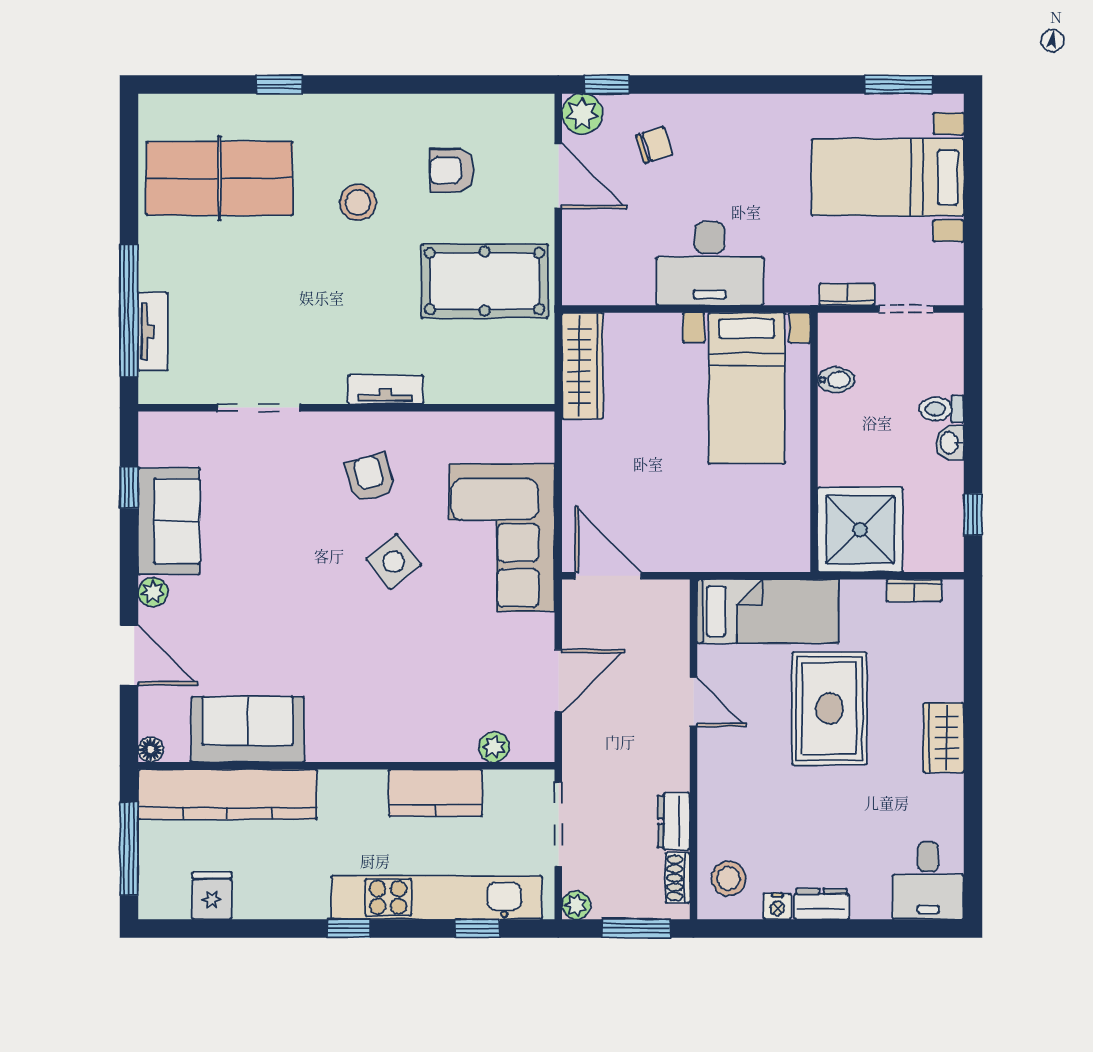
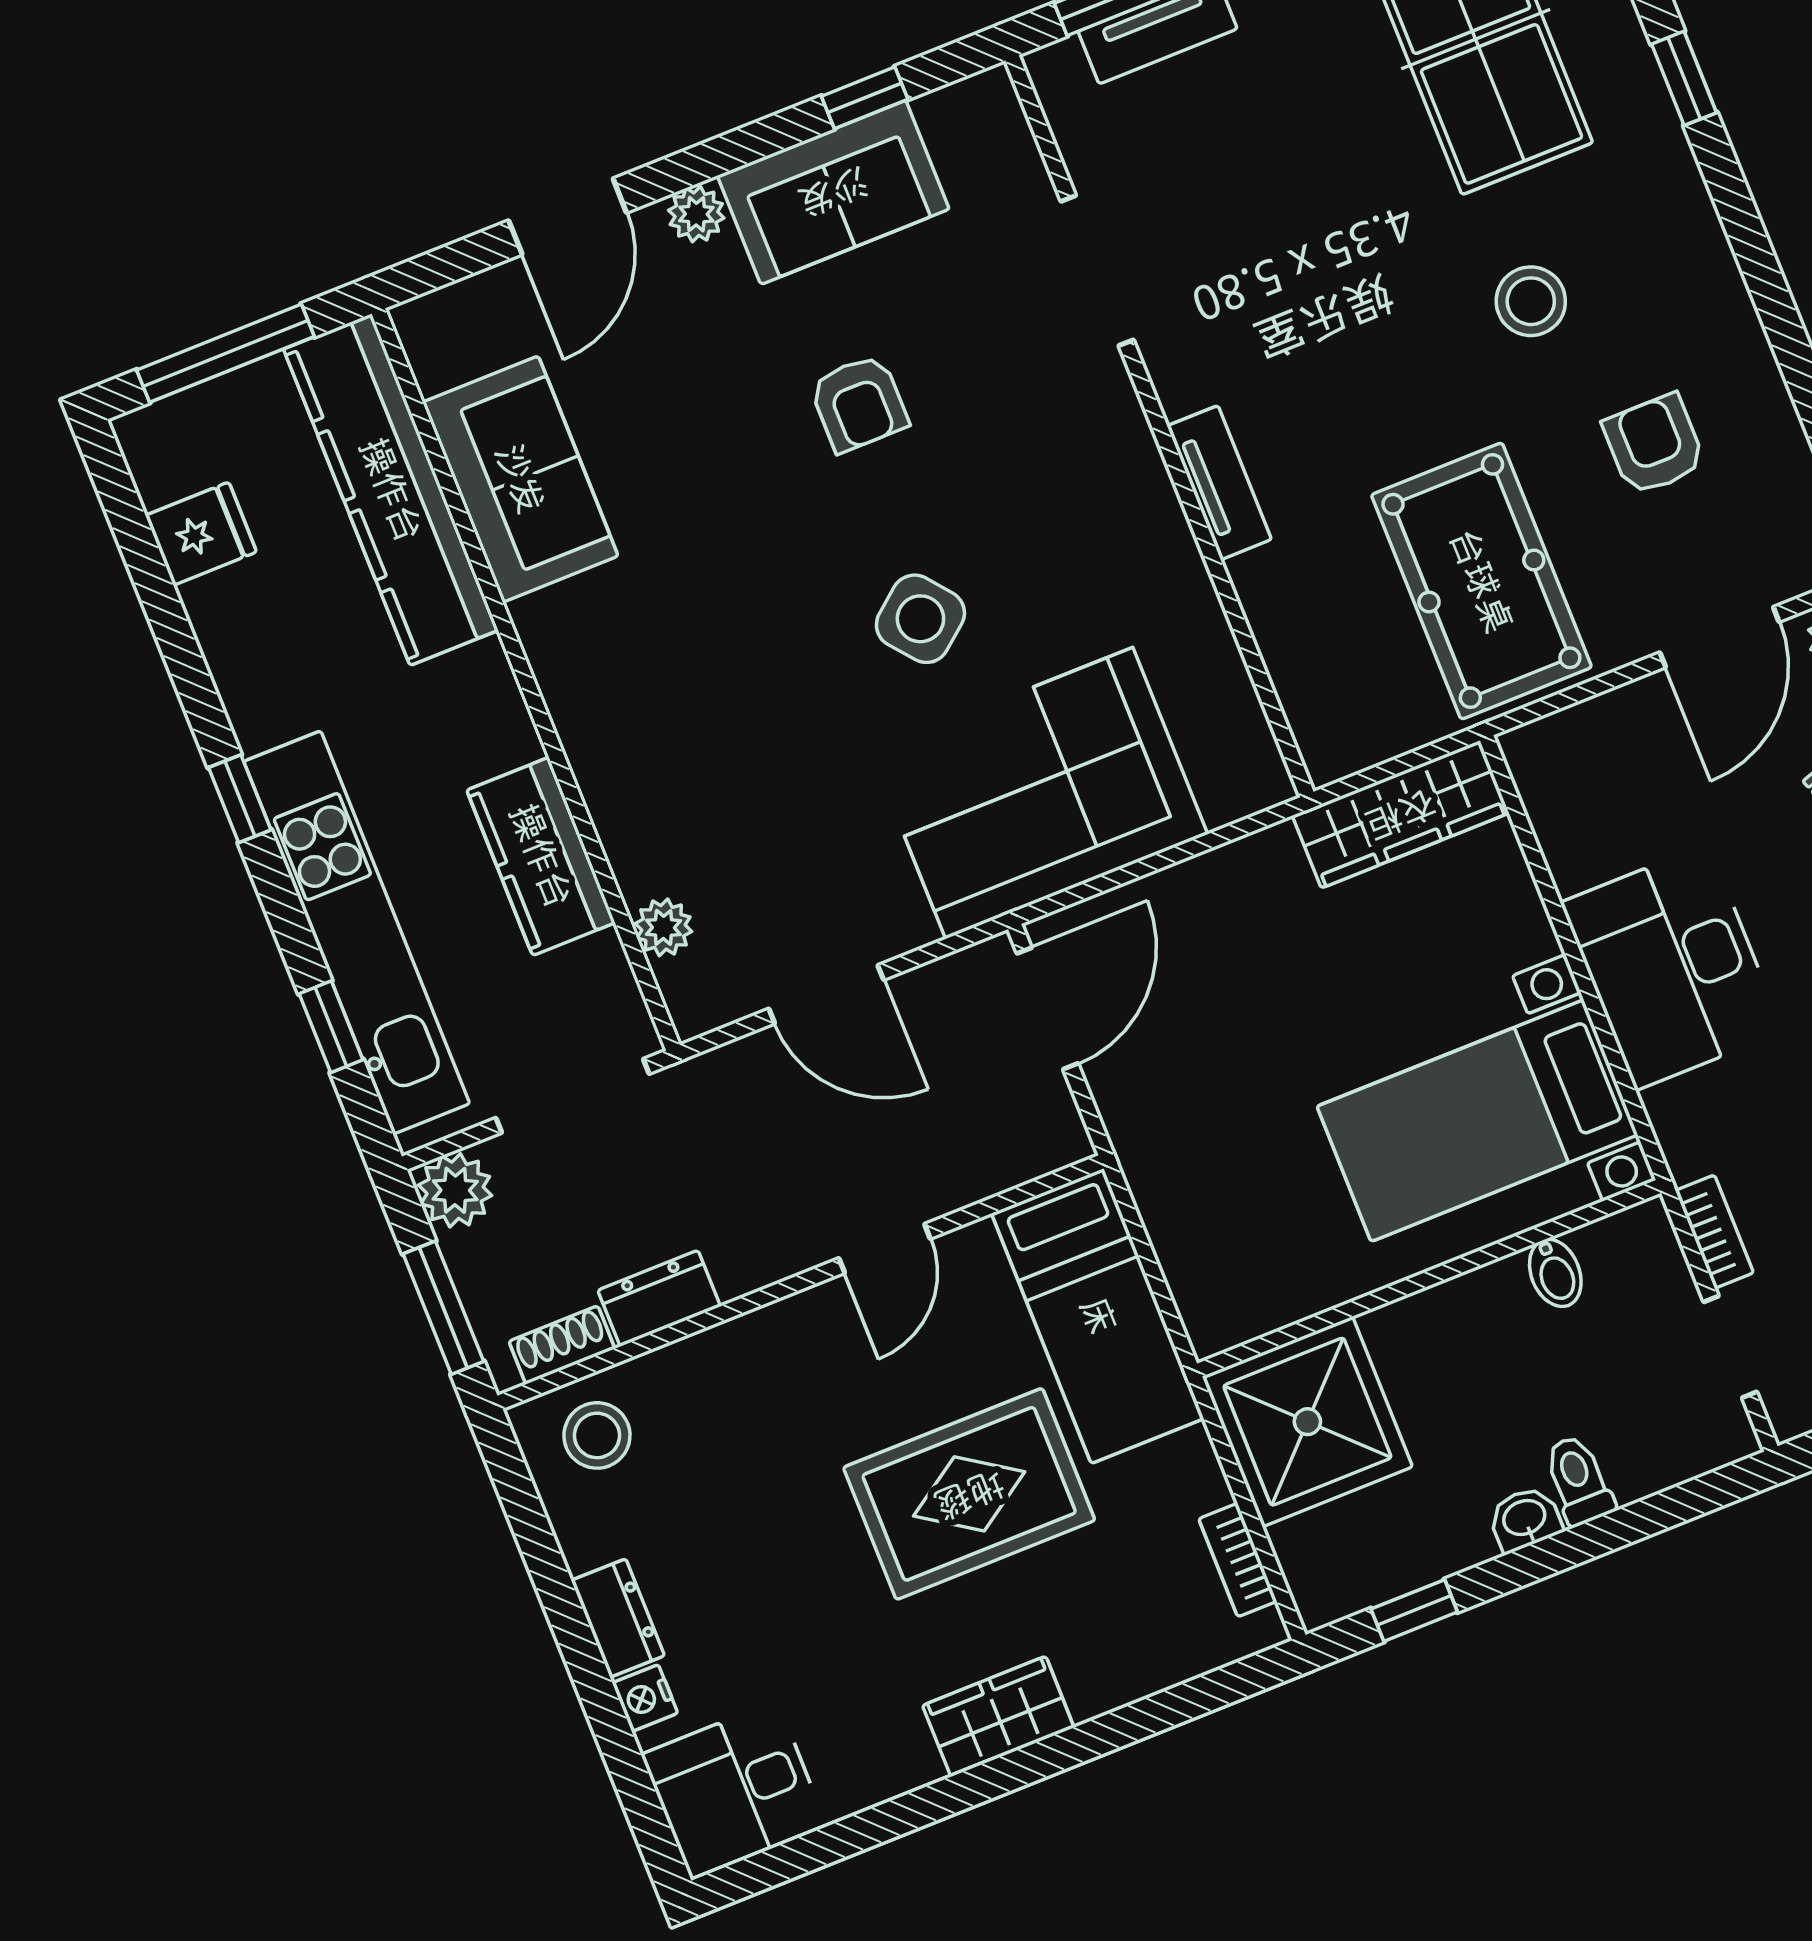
armchair: (370, 478) -> (859, 403), moved, turned 105
floor lamp: (151, 750) -> (416, 322), removed
plant: (576, 905) -> (455, 1190), width x1.38, depth x1.38
nightstand: (777, 906) -> (645, 1698), moved

